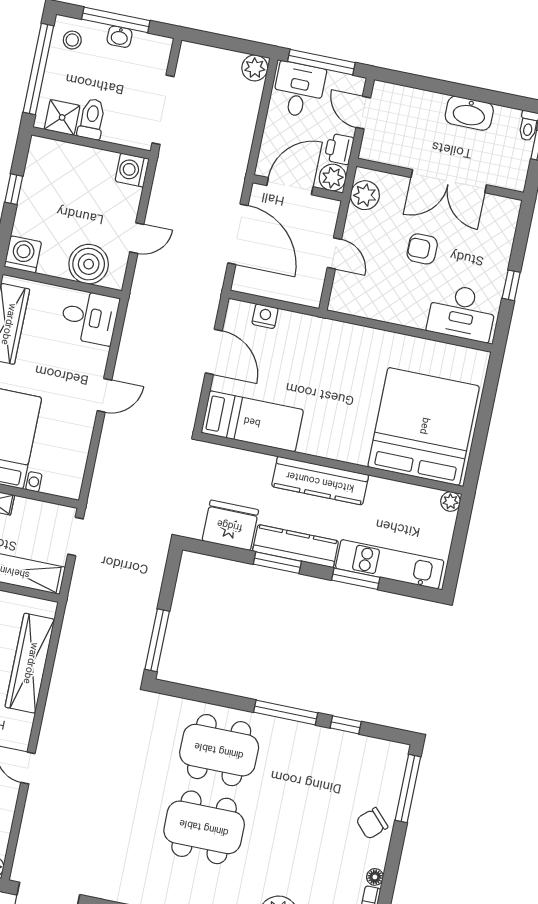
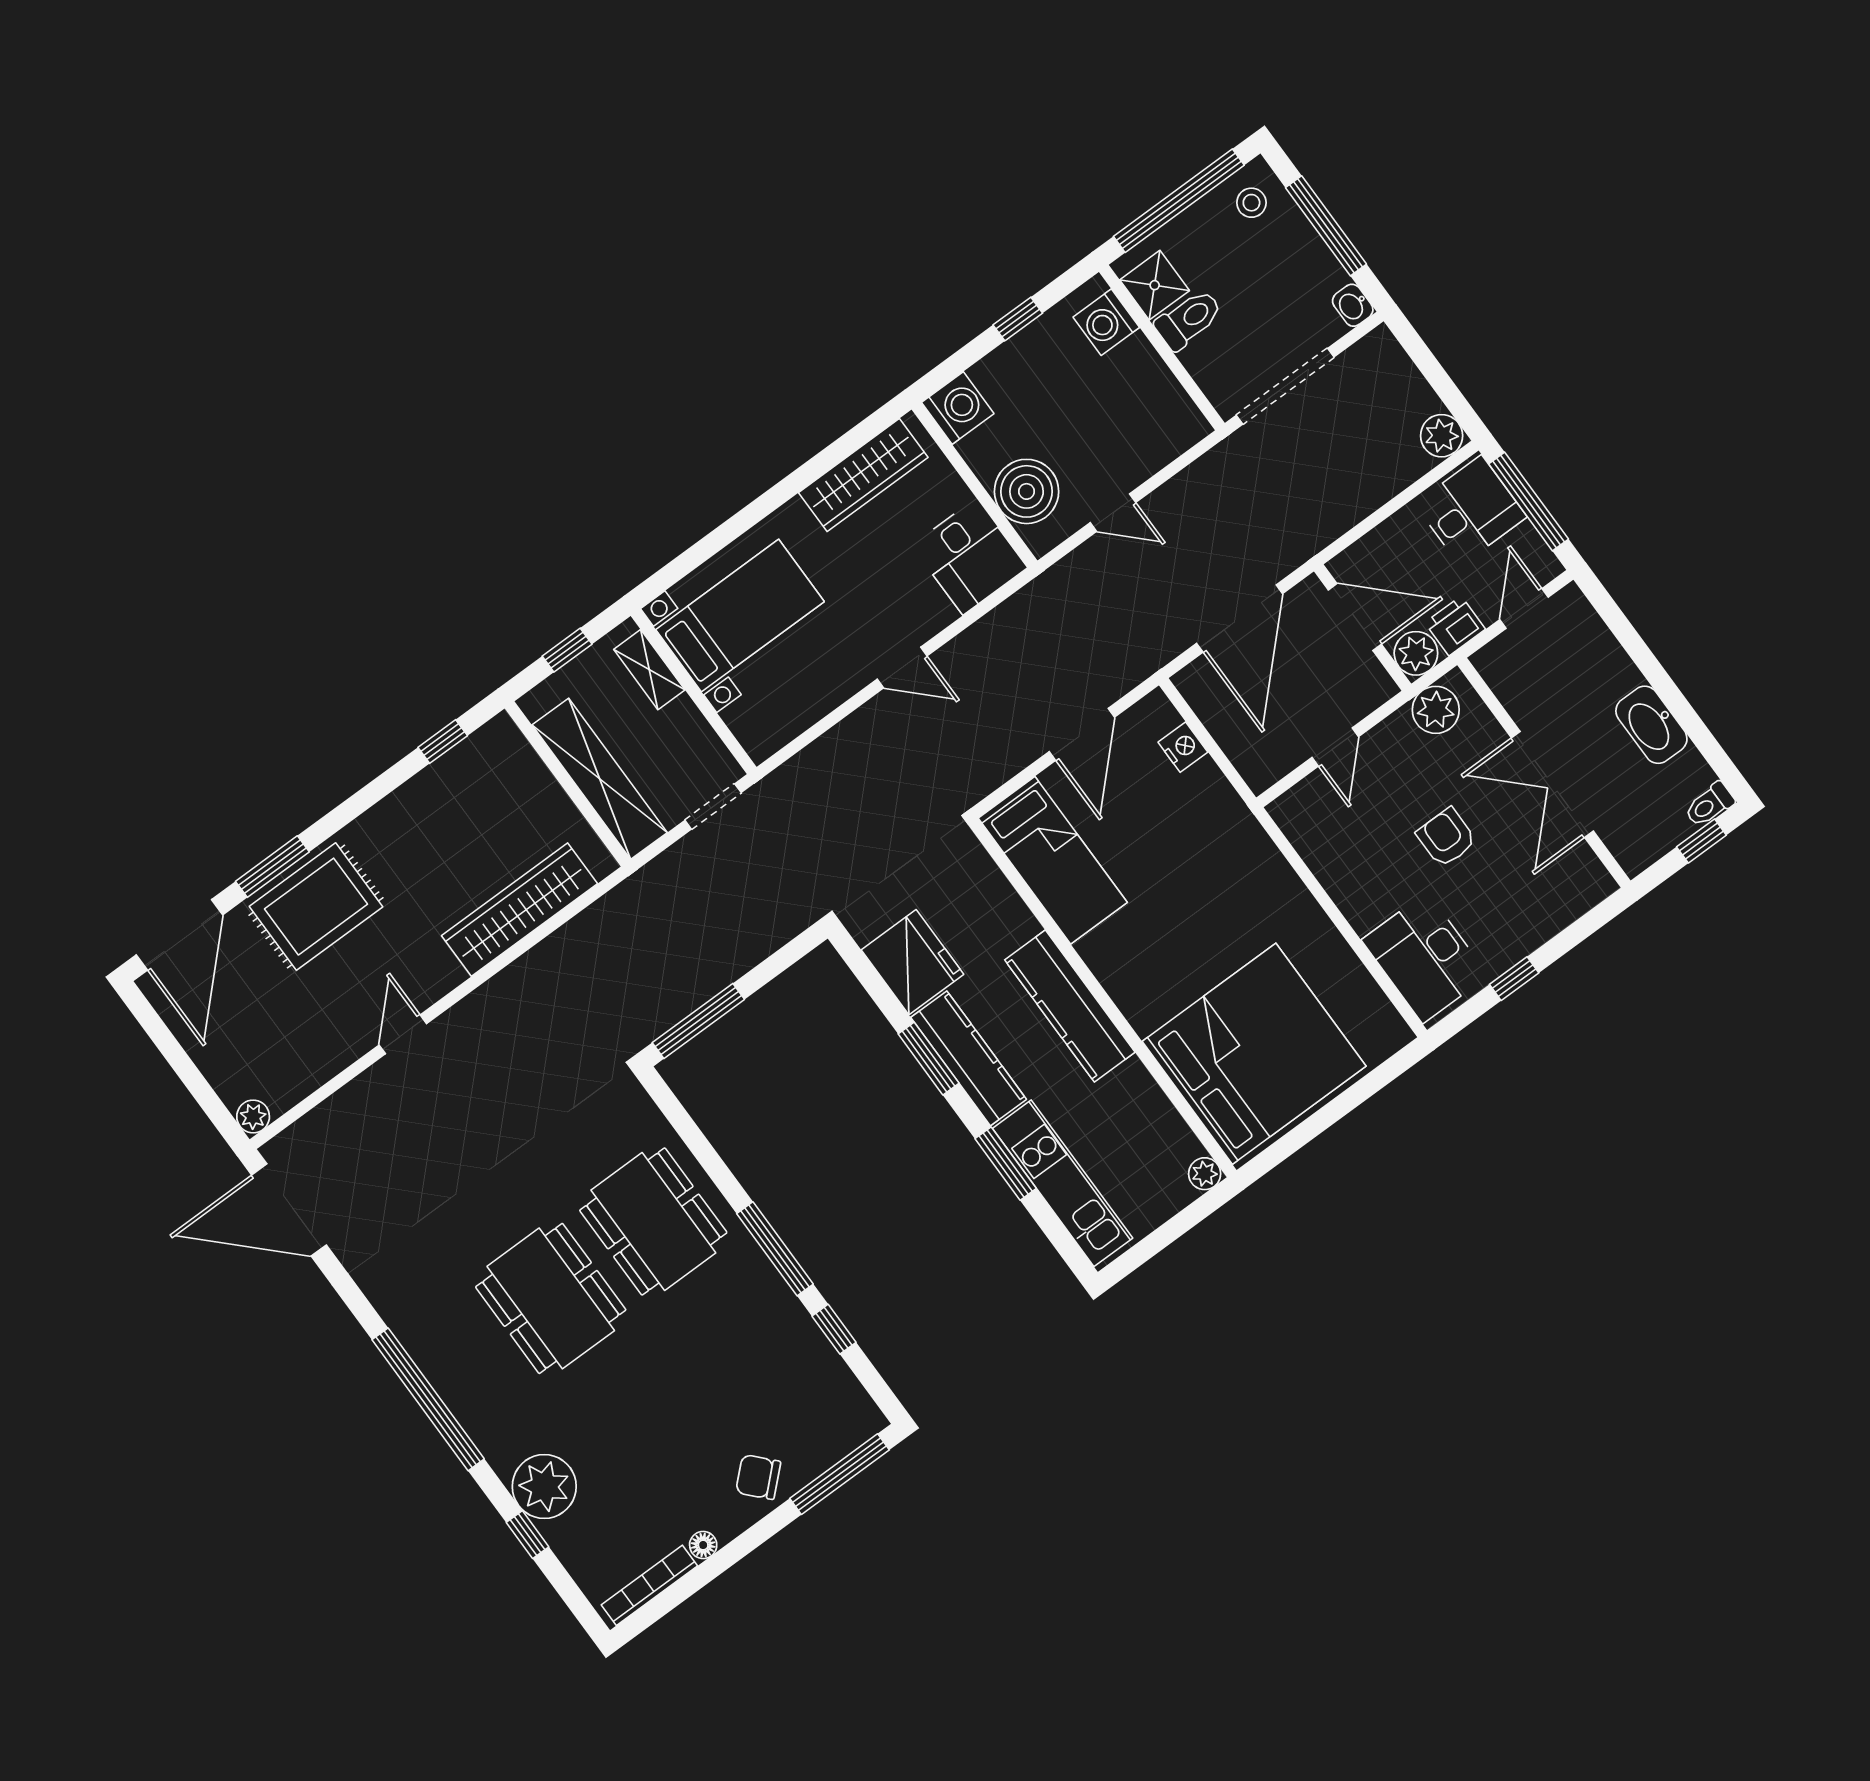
washbasin: (120, 37) -> (1353, 305), moved
washing machine: (132, 170) -> (1106, 322), moved, turned -90

